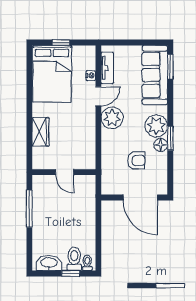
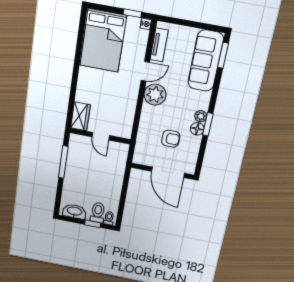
window: (61, 42) -> (132, 13), moved
nightstand: (91, 76) -> (146, 24), moved
plant: (156, 126) -> (201, 116), width x0.53, depth x0.53
wardrobe: (40, 132) -> (80, 116), moved

